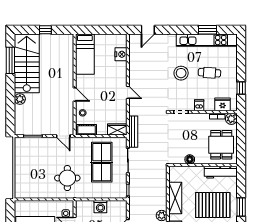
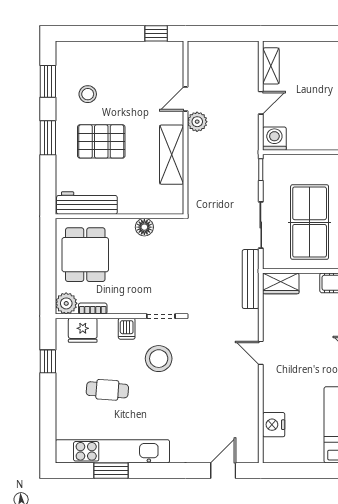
stool: (181, 73) -> (159, 359), moved
pallet: (213, 205) -> (101, 141), width x0.73, depth x0.71
washing machine: (100, 207) -> (274, 139), moved

